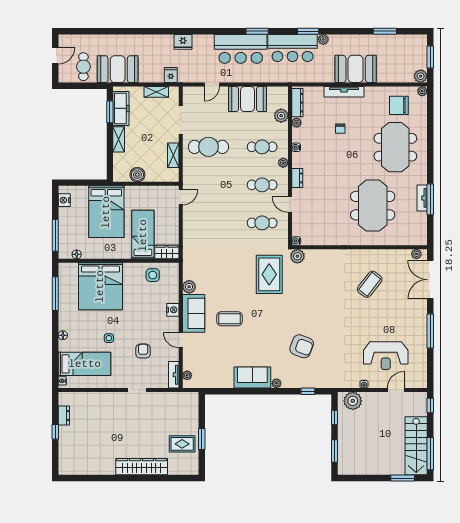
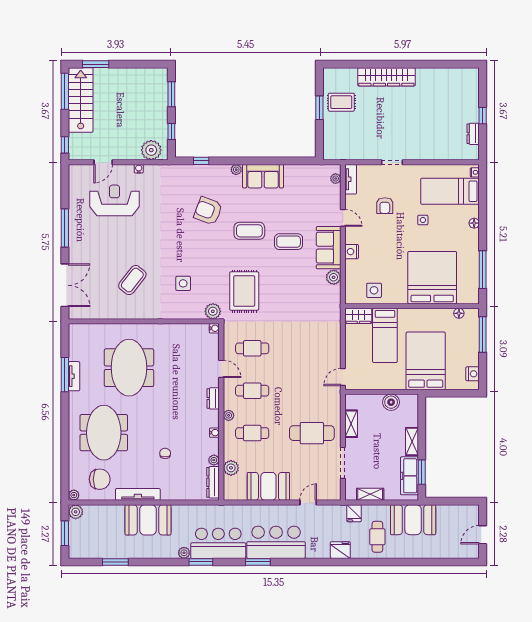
cafe table: (83, 67) -> (377, 537), moved
tv unit: (344, 92) -> (138, 494), moved
plant: (416, 254) -> (80, 314), removed
side table: (324, 281) -> (183, 283), added
coffee table: (265, 328) -> (249, 231), added

